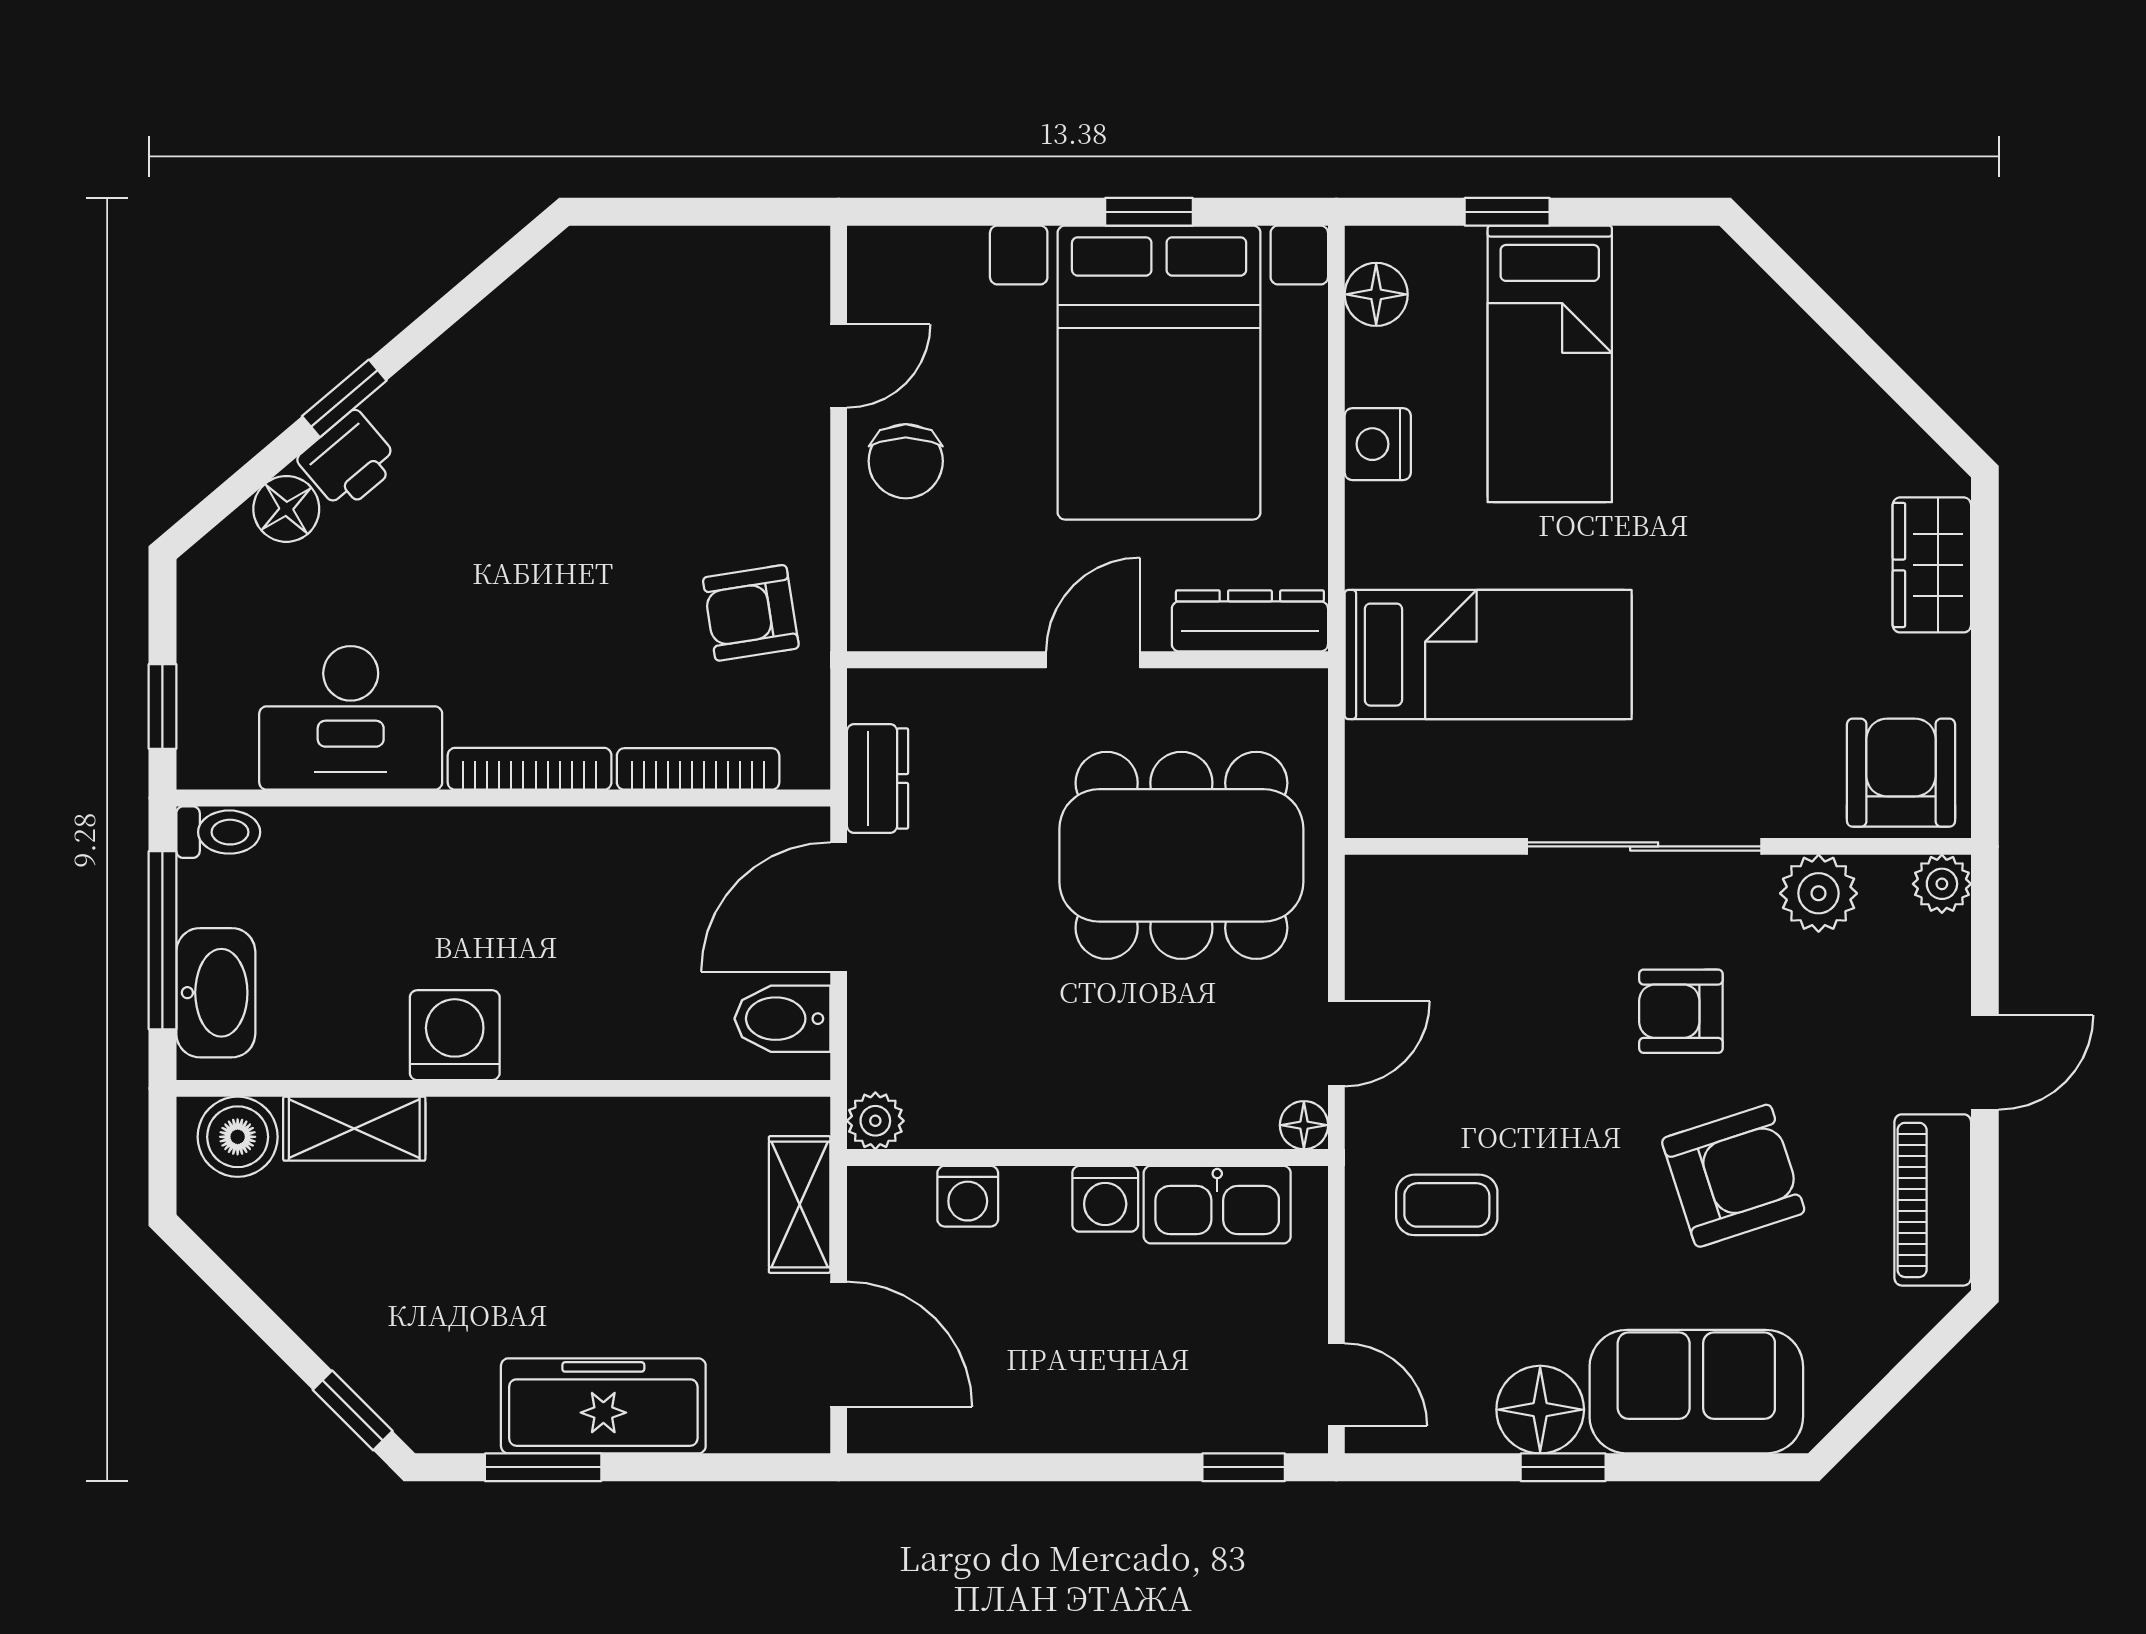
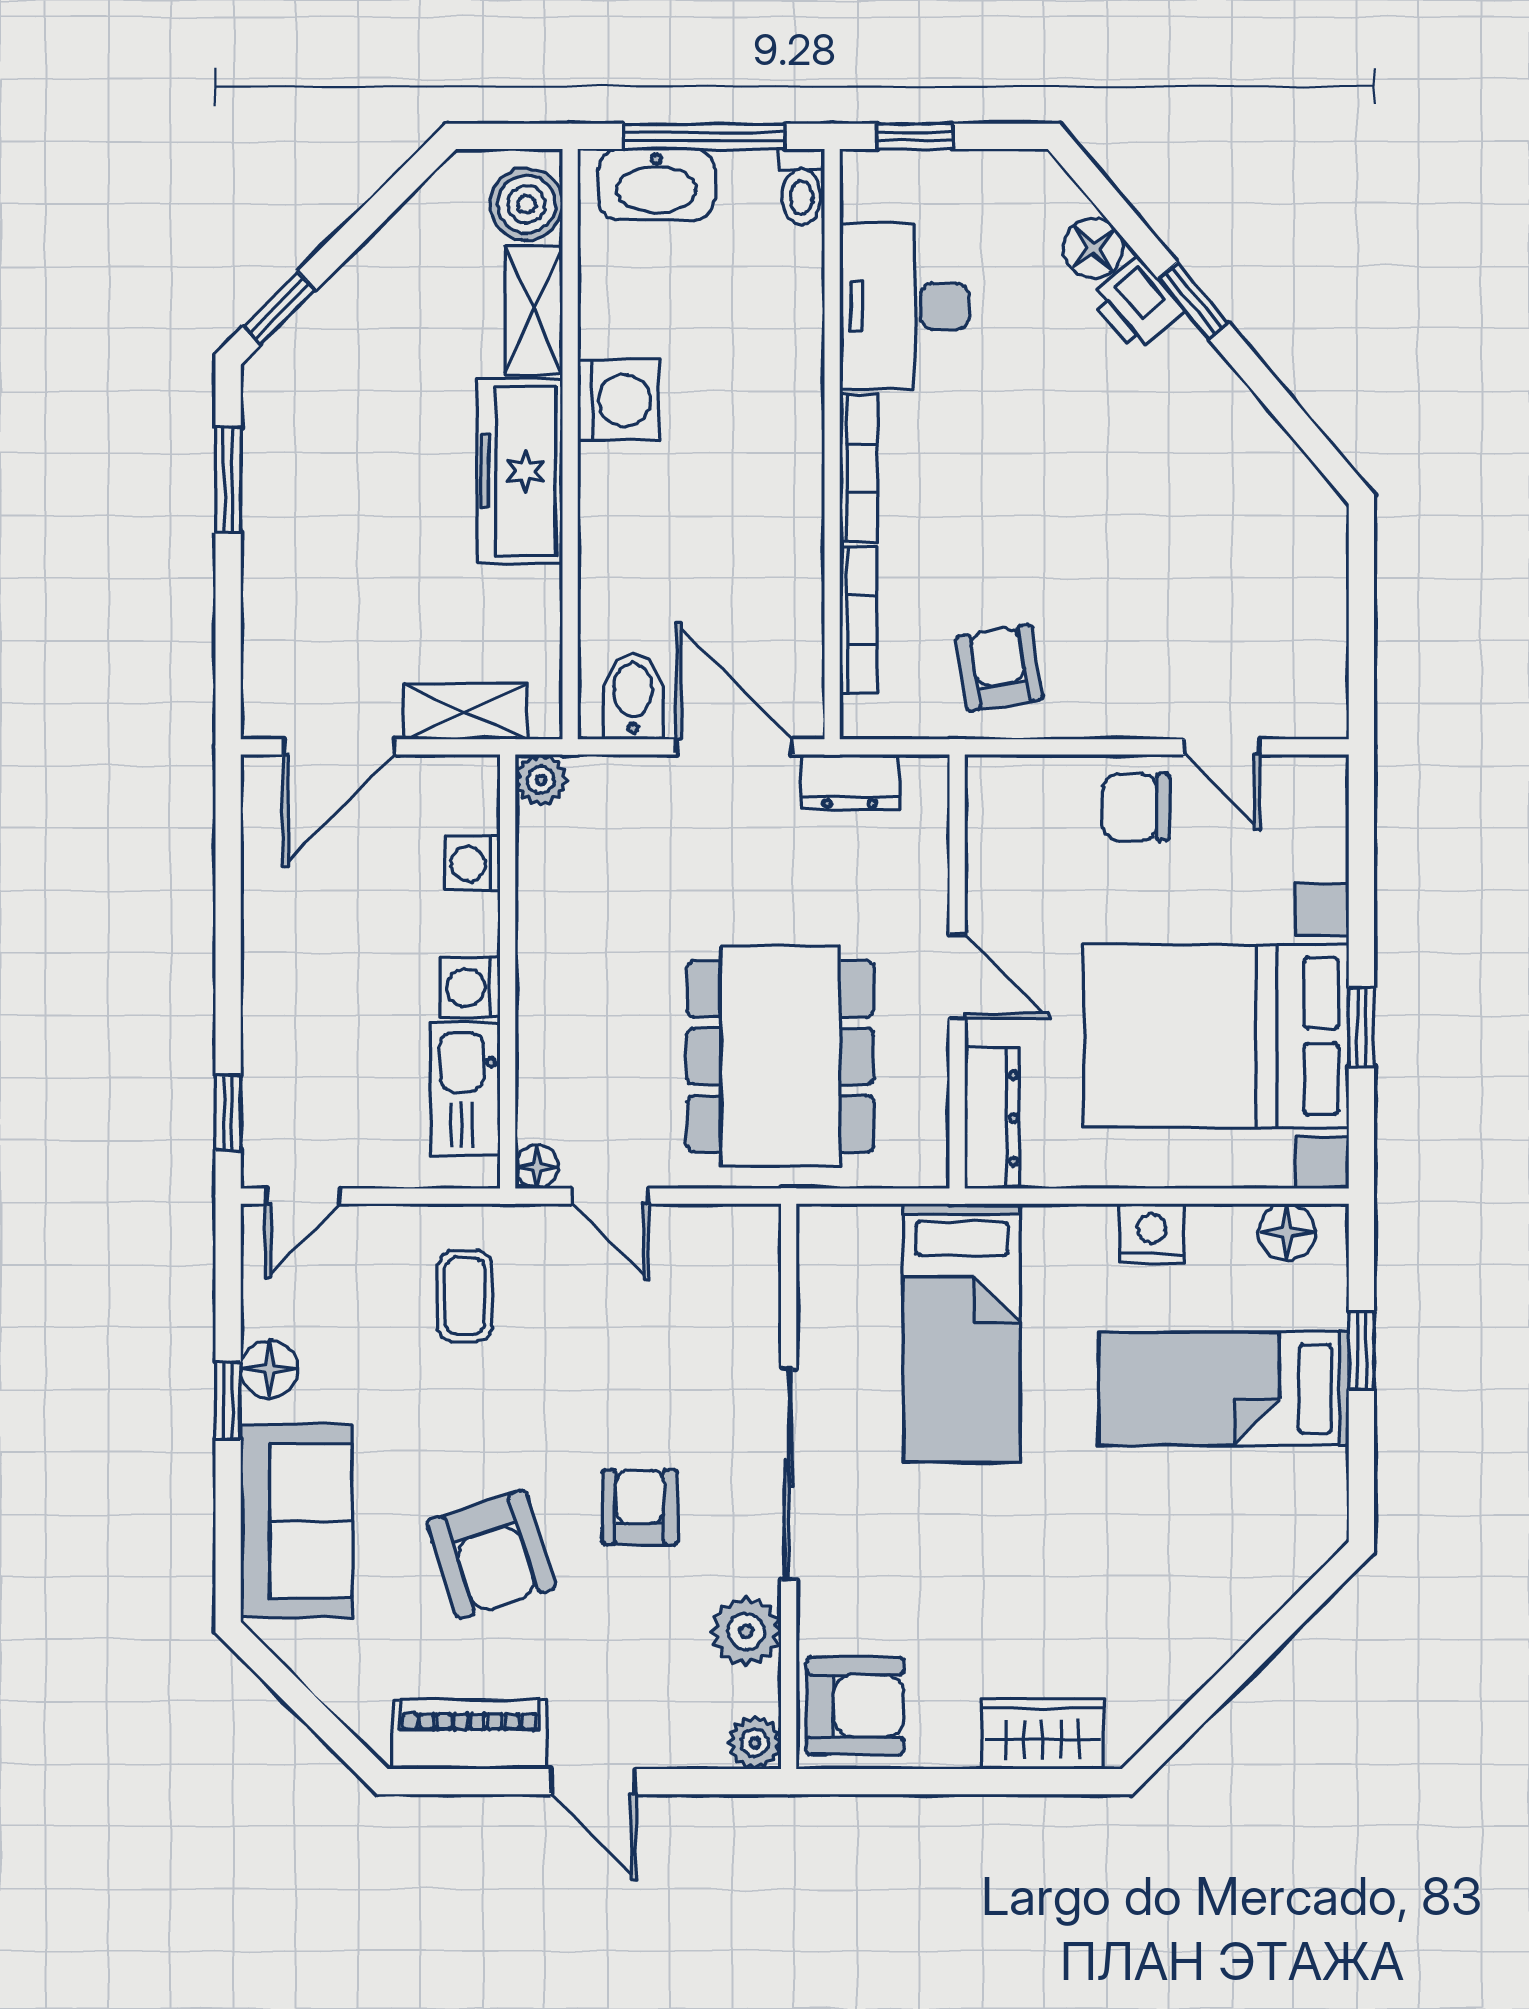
freezer: (603, 1406) -> (520, 471), moved, turned 180
floor lamp: (1540, 1410) -> (269, 1369), width x0.73, depth x0.73

